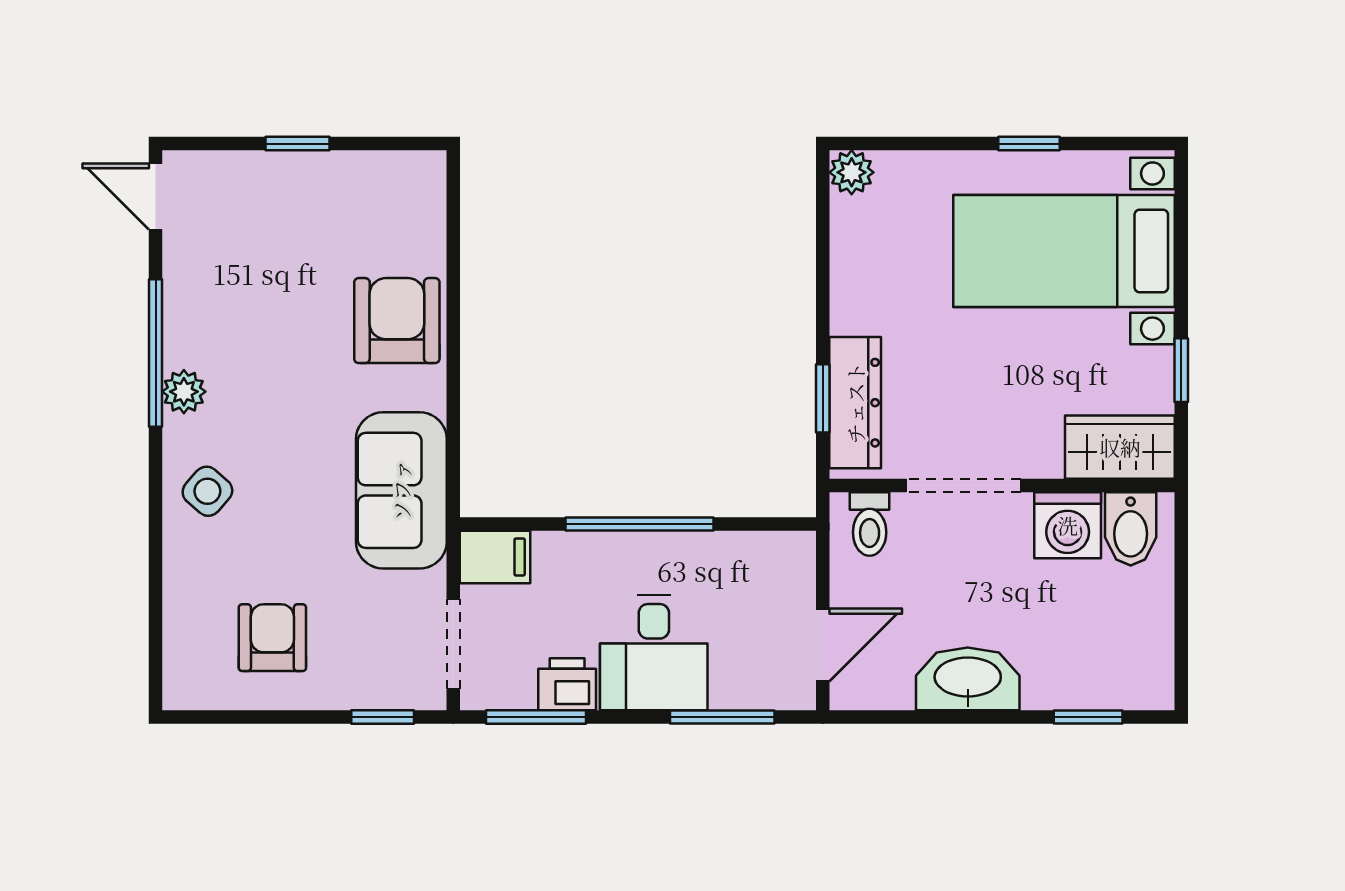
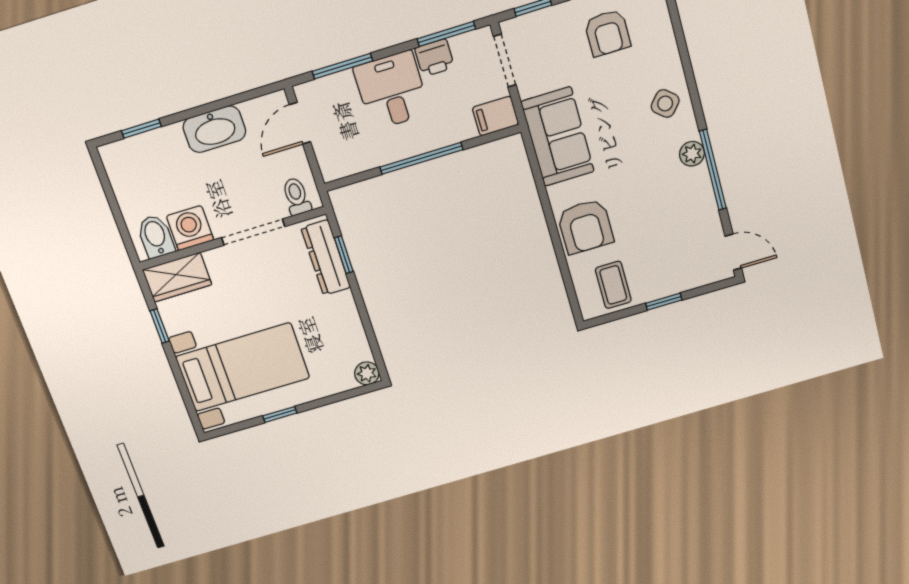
coffee table: (377, 201) -> (613, 285), added

